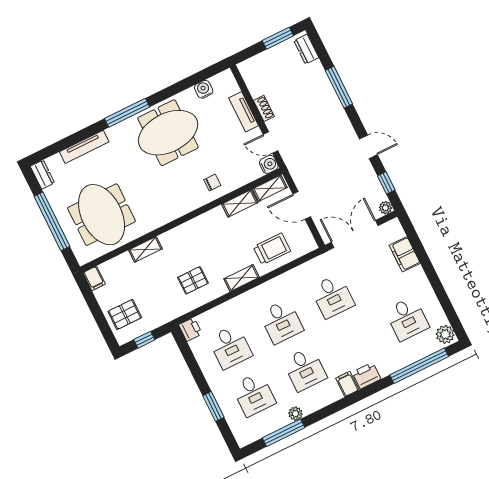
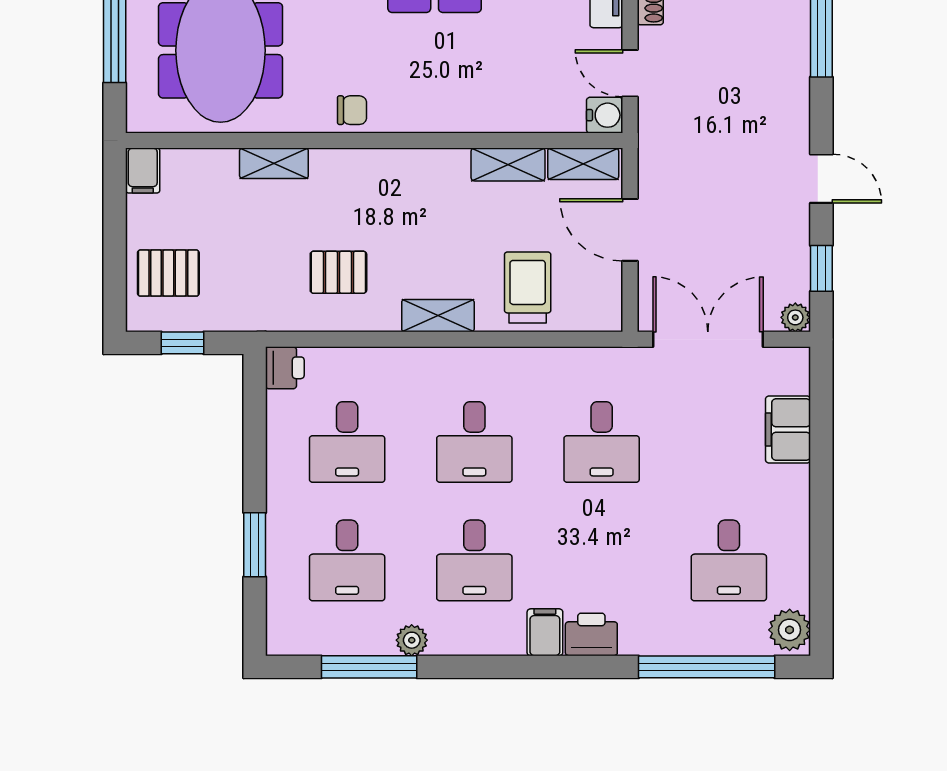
chair: (212, 183) -> (352, 110), moved
trolley: (272, 249) -> (528, 287), turned -90

